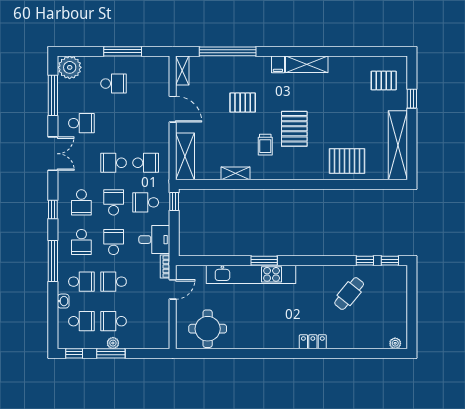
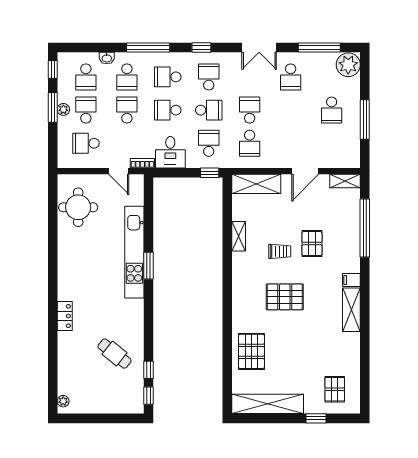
trolley: (265, 145) -> (280, 251), moved, turned 180
school desk: (81, 202) -> (209, 77), turned 90
school desk: (114, 242) -> (168, 110), turned 180
school desk: (146, 321) -> (86, 143), added

